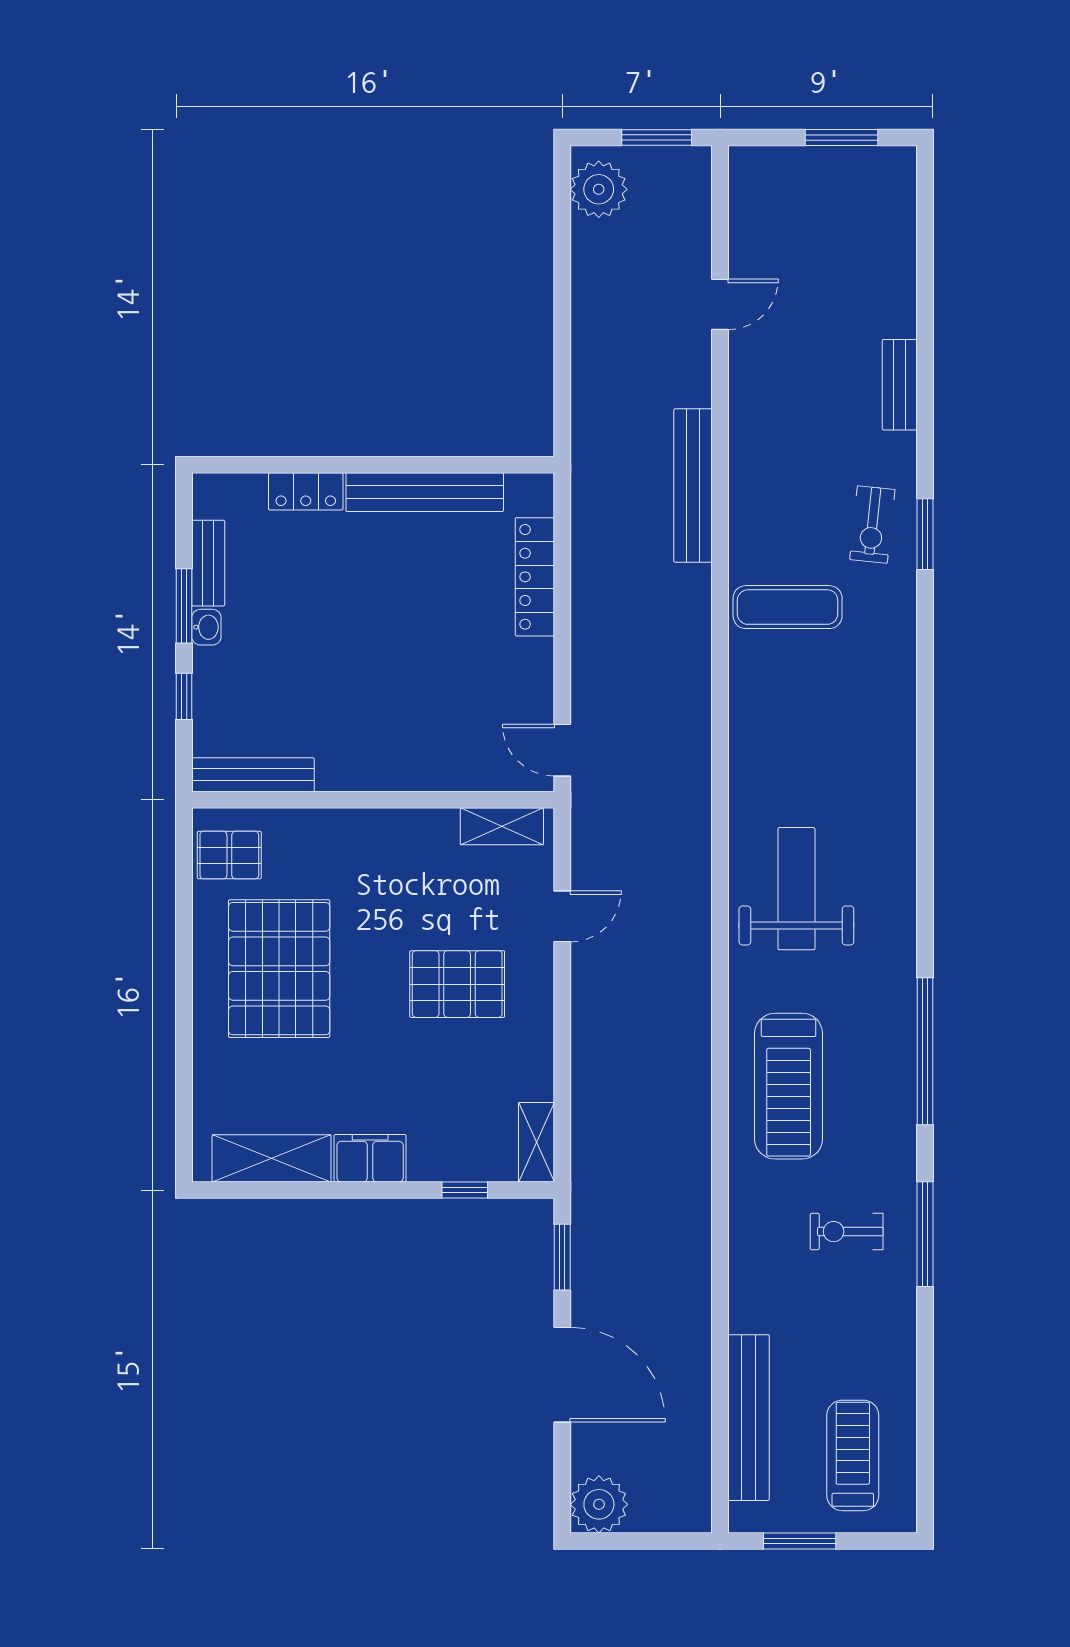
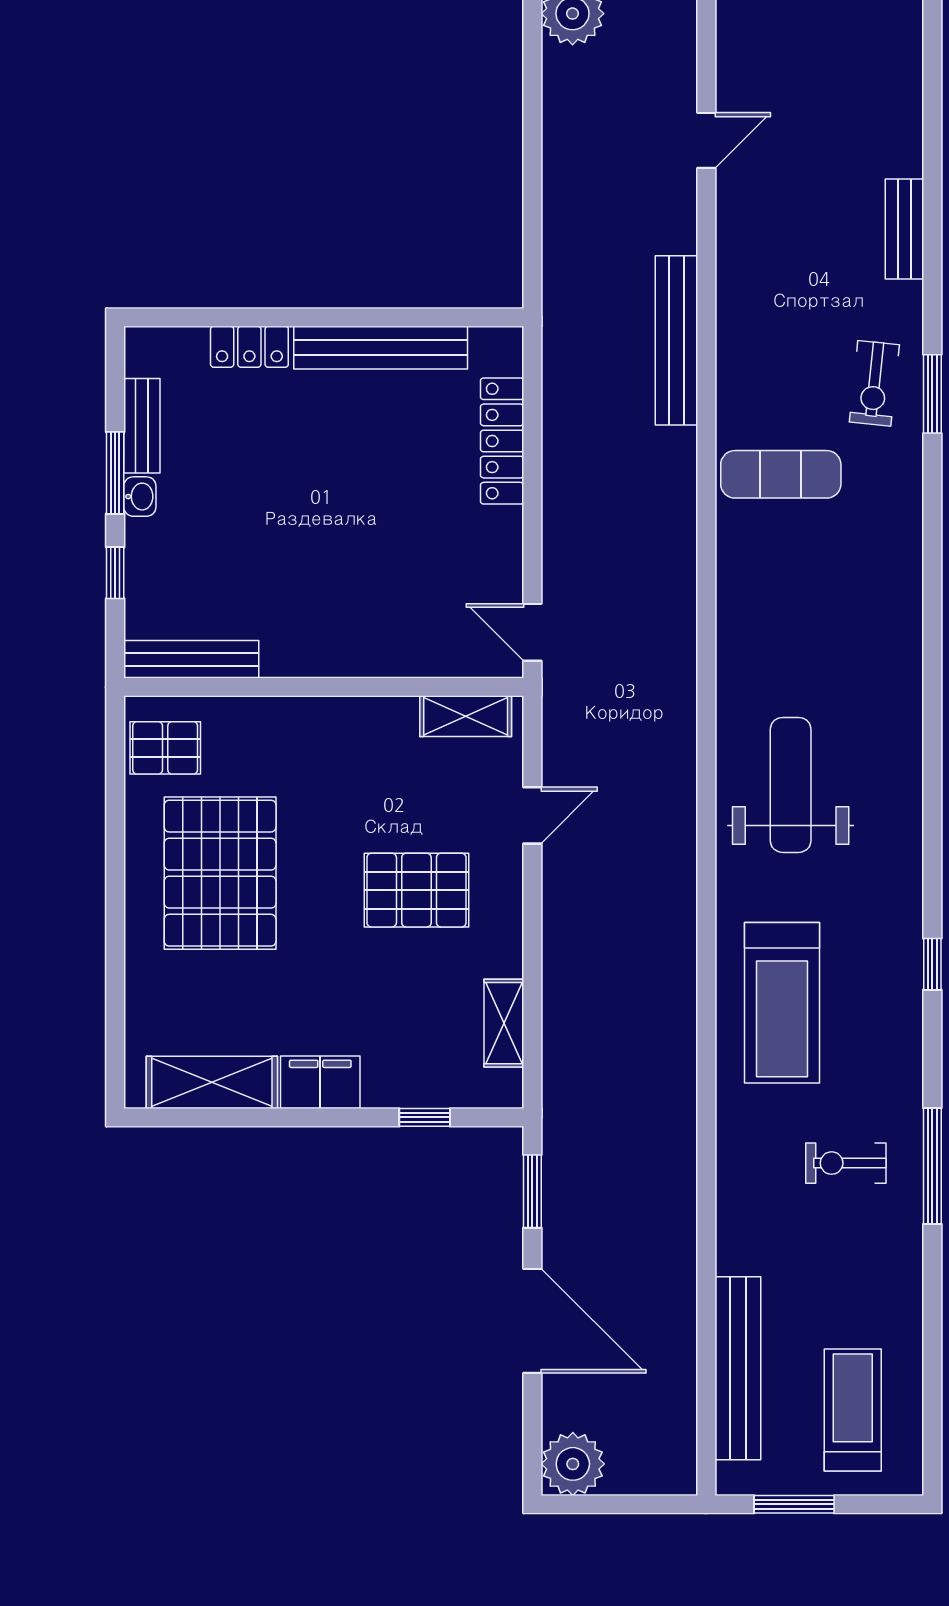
window: (925, 1051) -> (932, 964), width x0.32
shelving: (537, 1142) -> (504, 1023), moved

